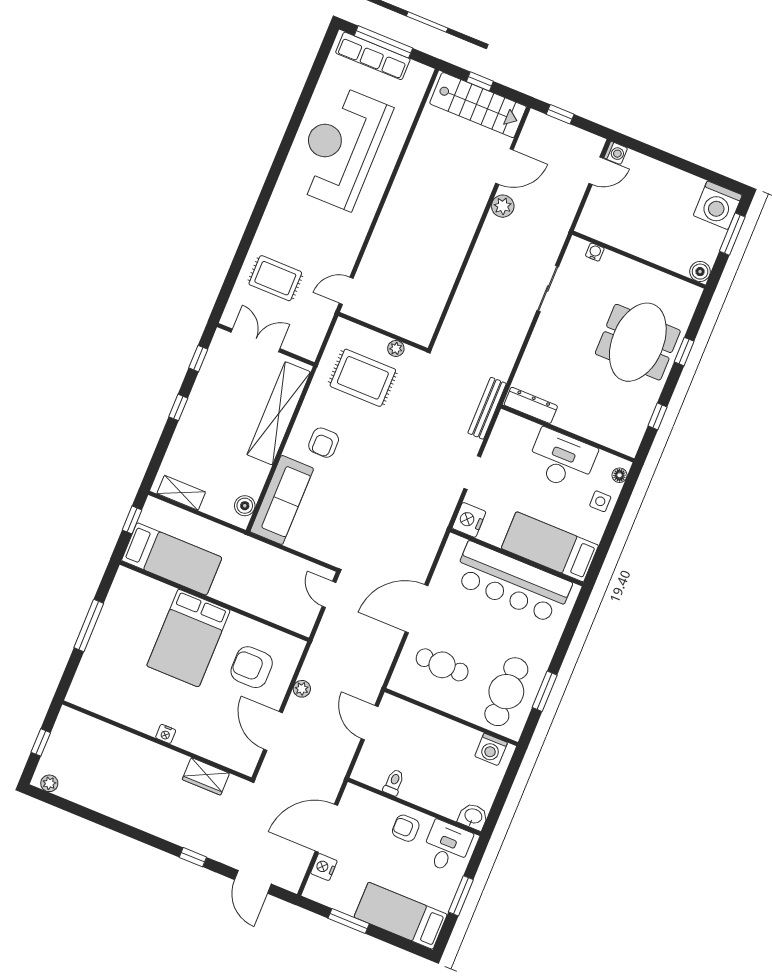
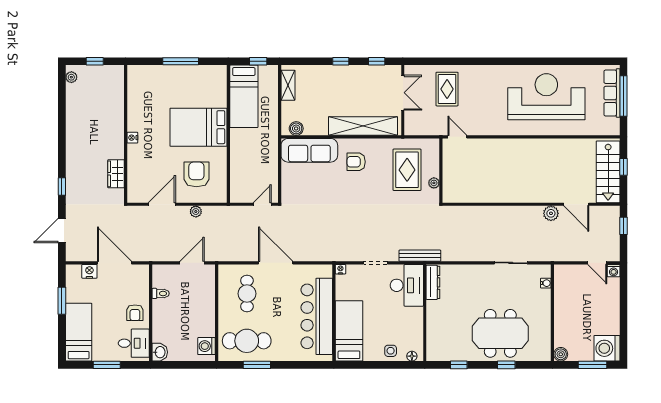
desk: (562, 460) -> (407, 285), moved
nightstand: (469, 520) -> (340, 269), width x0.53, depth x0.56
armchair: (406, 828) -> (135, 313), turned 180

